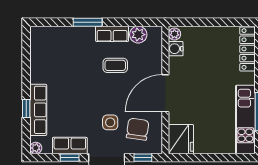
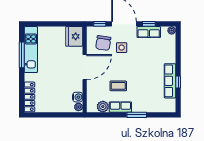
window: (26, 108) -> (178, 82), moved
row of seats: (38, 110) -> (170, 81), moved

